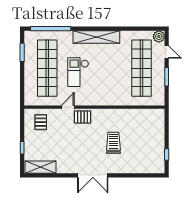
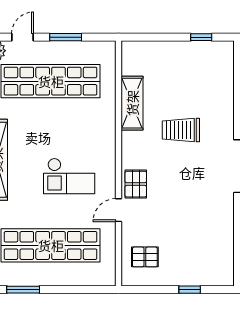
checkout: (78, 72) -> (69, 176), moved
door: (68, 107) -> (119, 210), hinge flipped
shelving: (41, 167) -> (132, 103), moved

